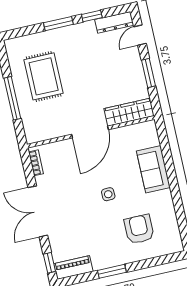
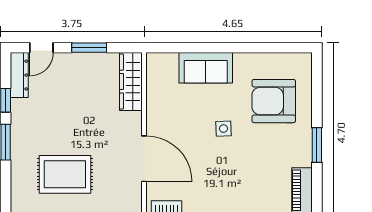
door: (140, 35) -> (41, 48), hinge flipped
door: (90, 132) -> (144, 159), moved
armchair: (139, 229) -> (274, 101), width x1.36, depth x1.36

